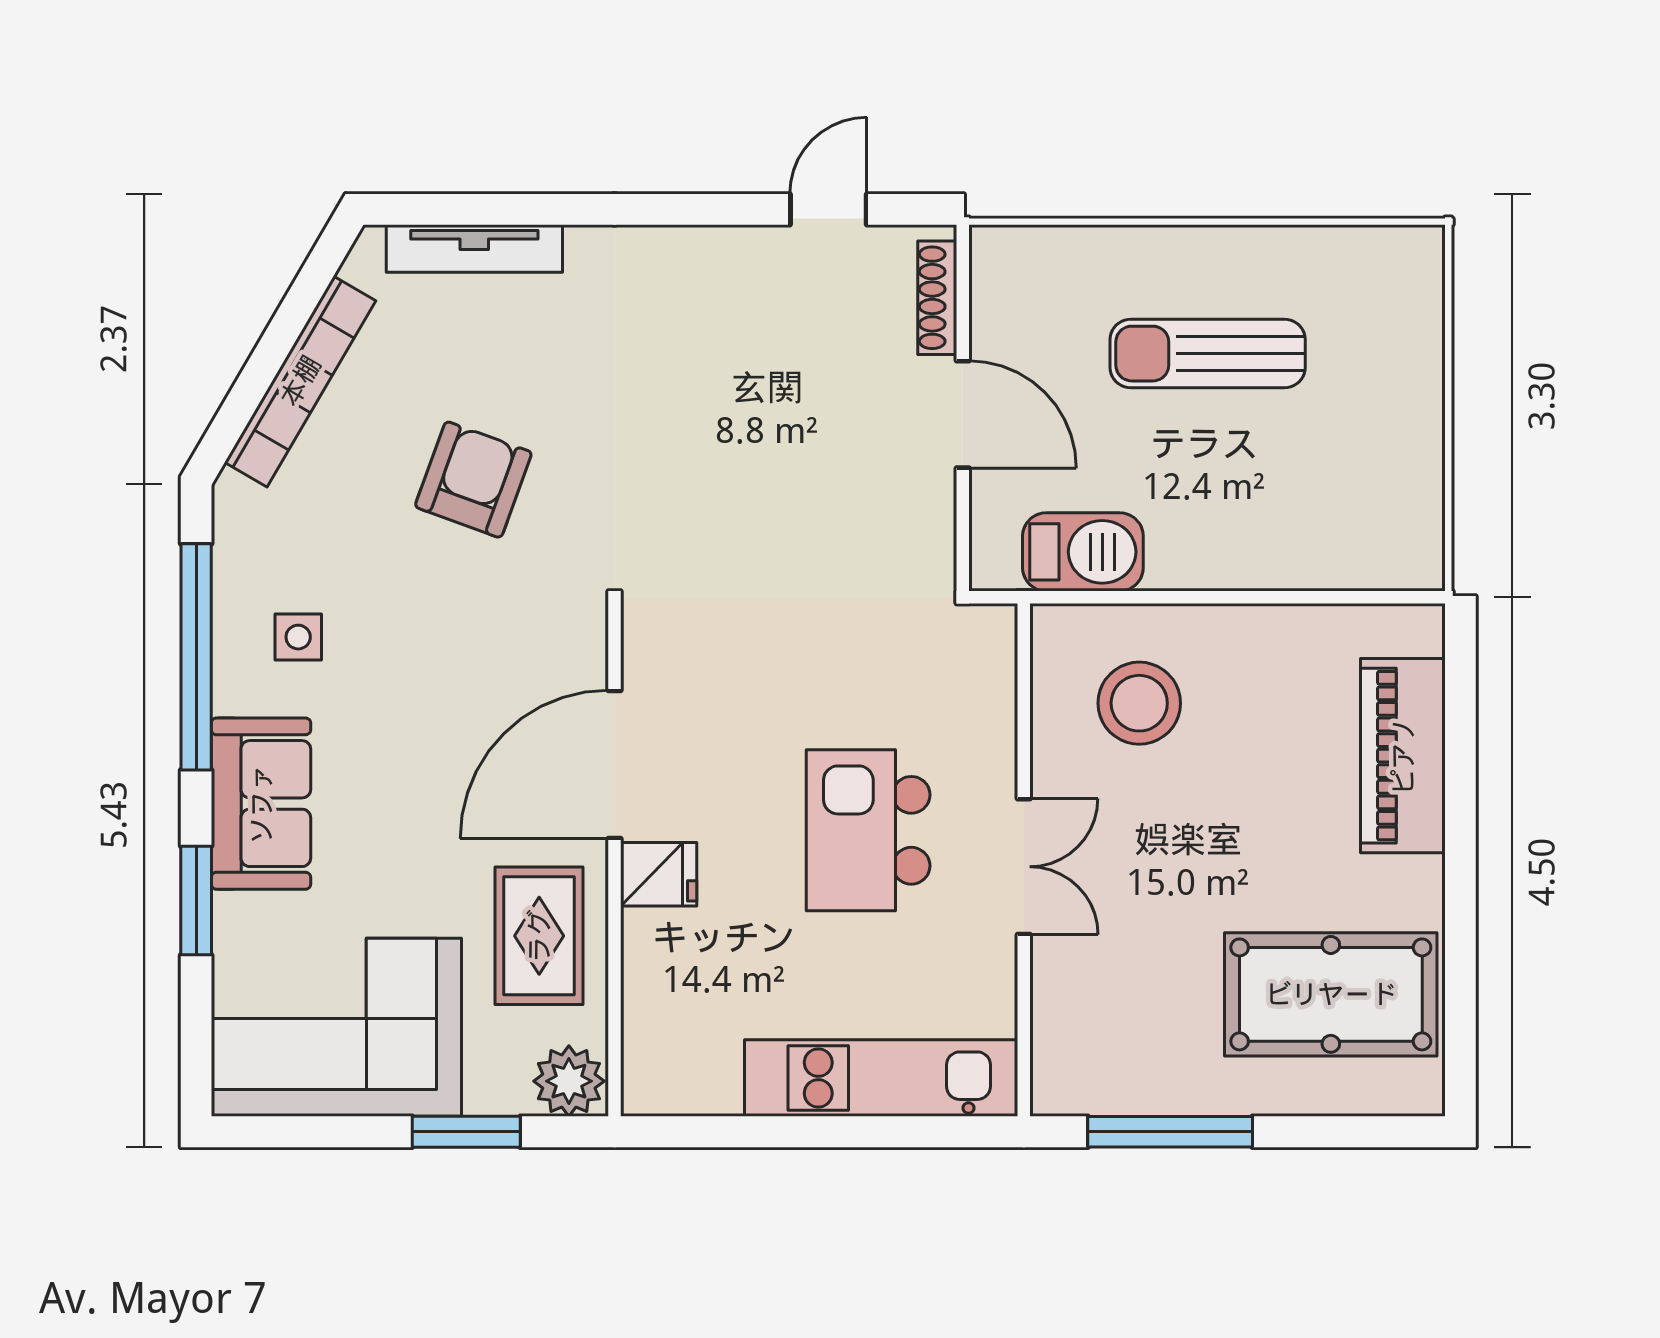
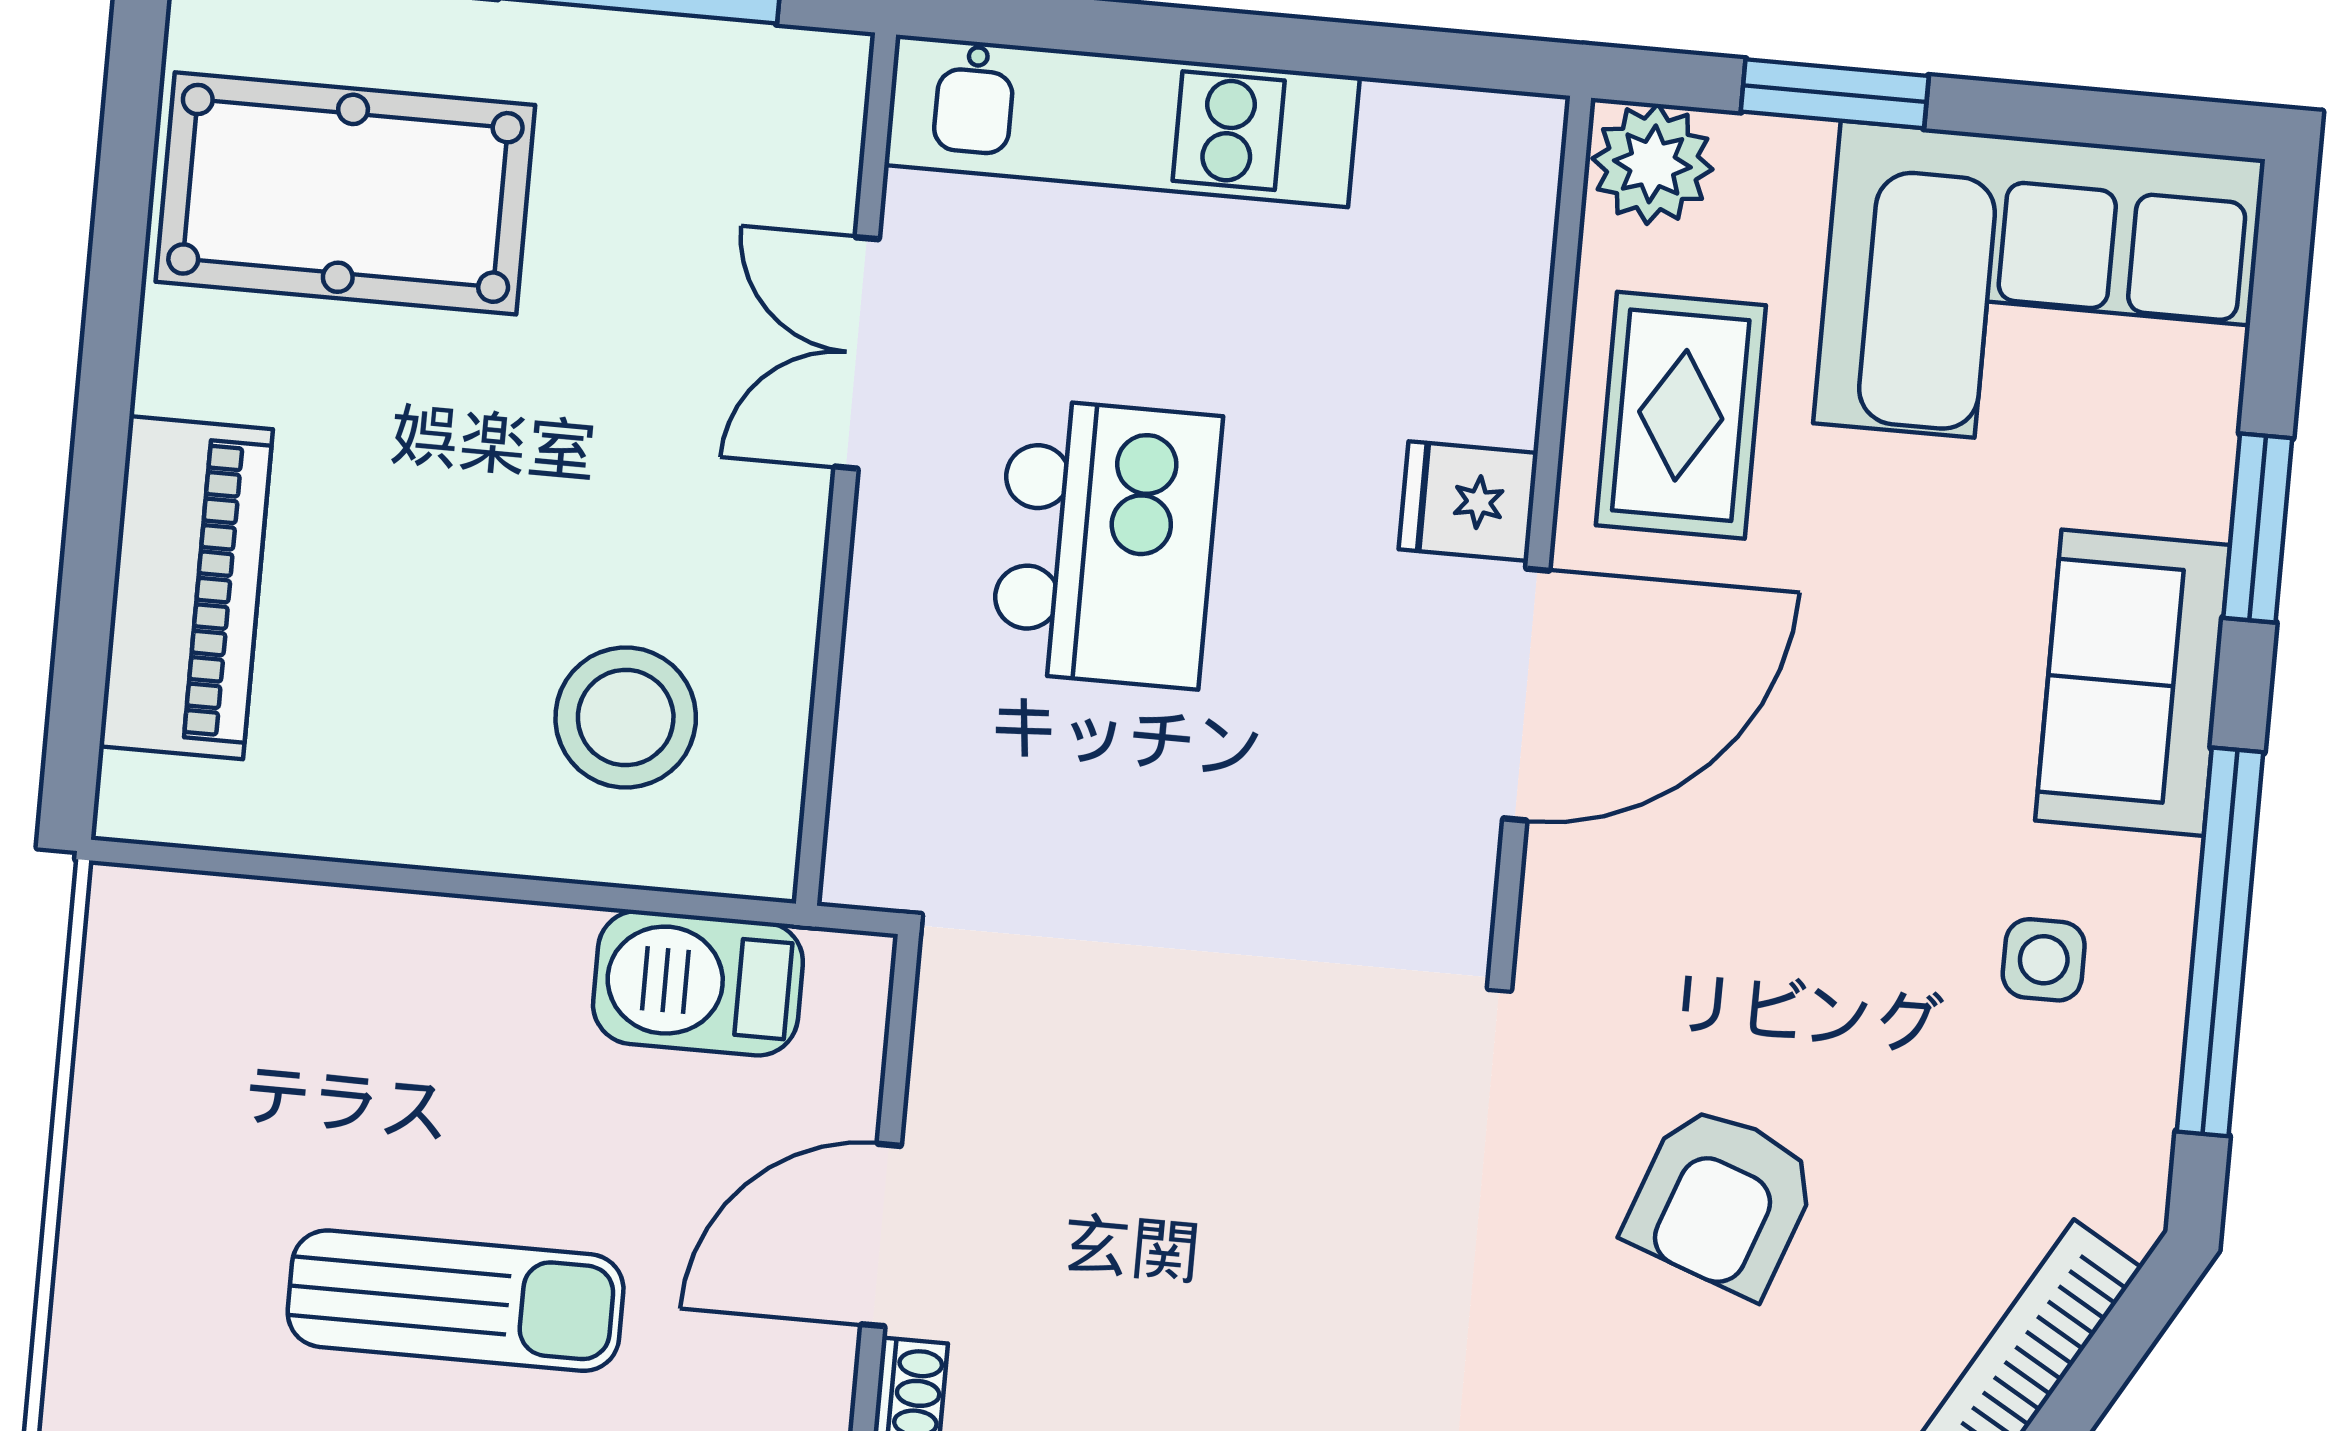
door: (963, 414) -> (881, 1235), hinge flipped
double door: (1024, 867) -> (857, 353), moved

